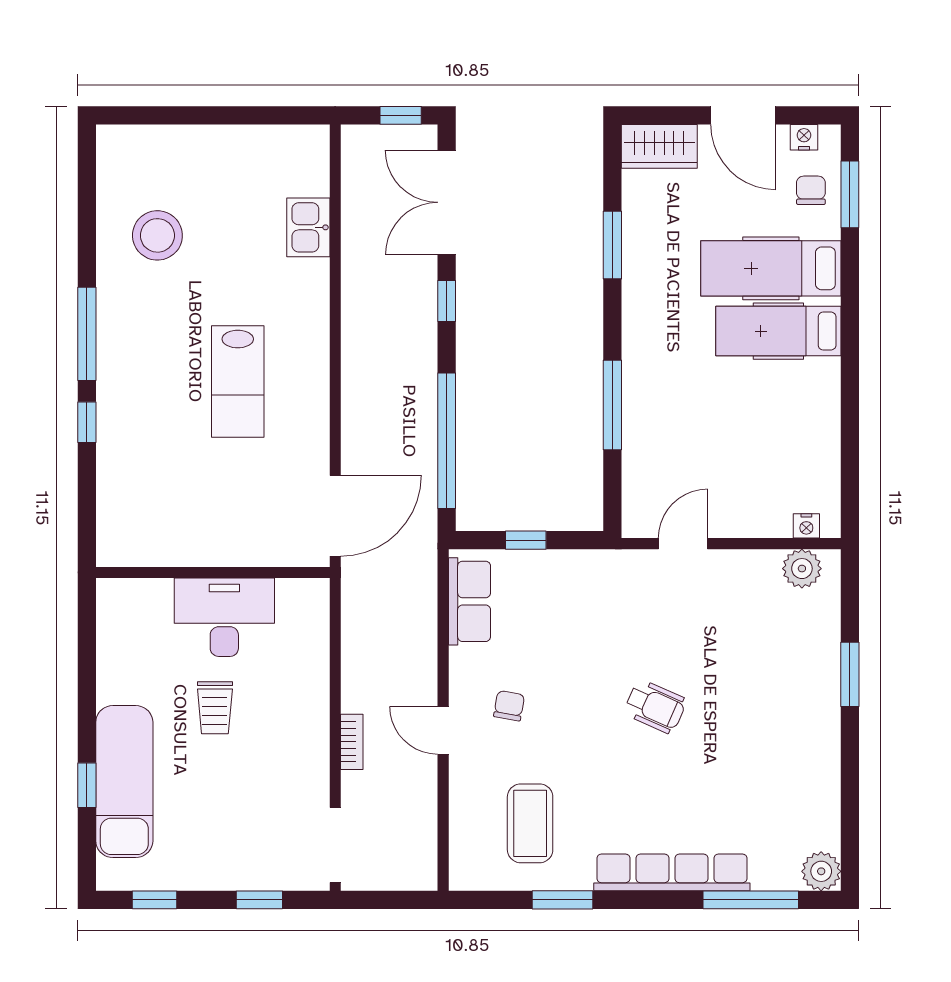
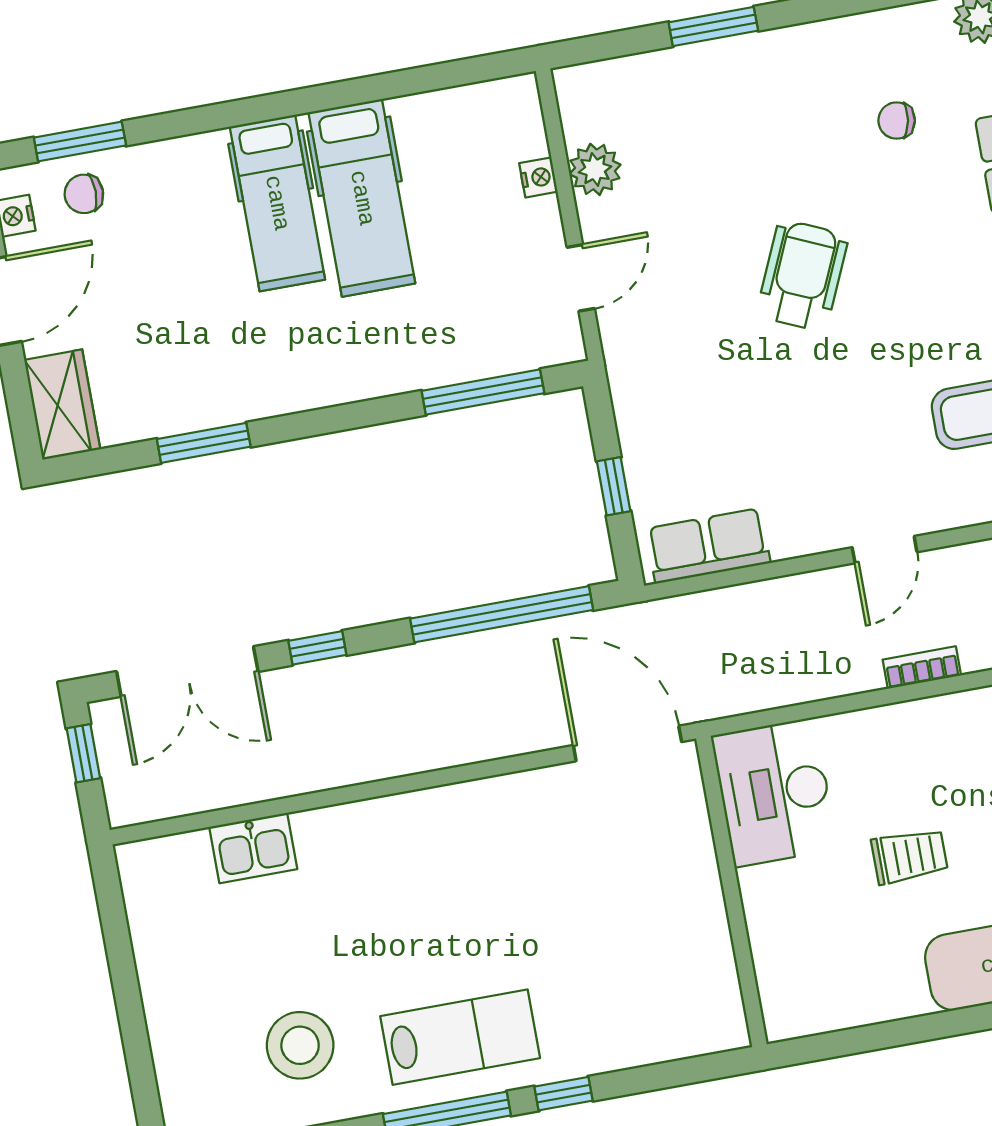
hospital bed: (771, 268) -> (362, 198), moved
lab bench: (238, 381) -> (460, 1037), moved
window: (612, 405) -> (483, 392), moved
nightstand: (806, 526) -> (538, 177), moved
door: (683, 544) -> (581, 278), swing flipped
plant: (802, 569) -> (595, 169), moved
desk: (224, 617) -> (774, 792), moved
chair: (509, 706) -> (897, 121), moved
wheelchair: (655, 707) -> (802, 276), width x1.36, depth x1.37

